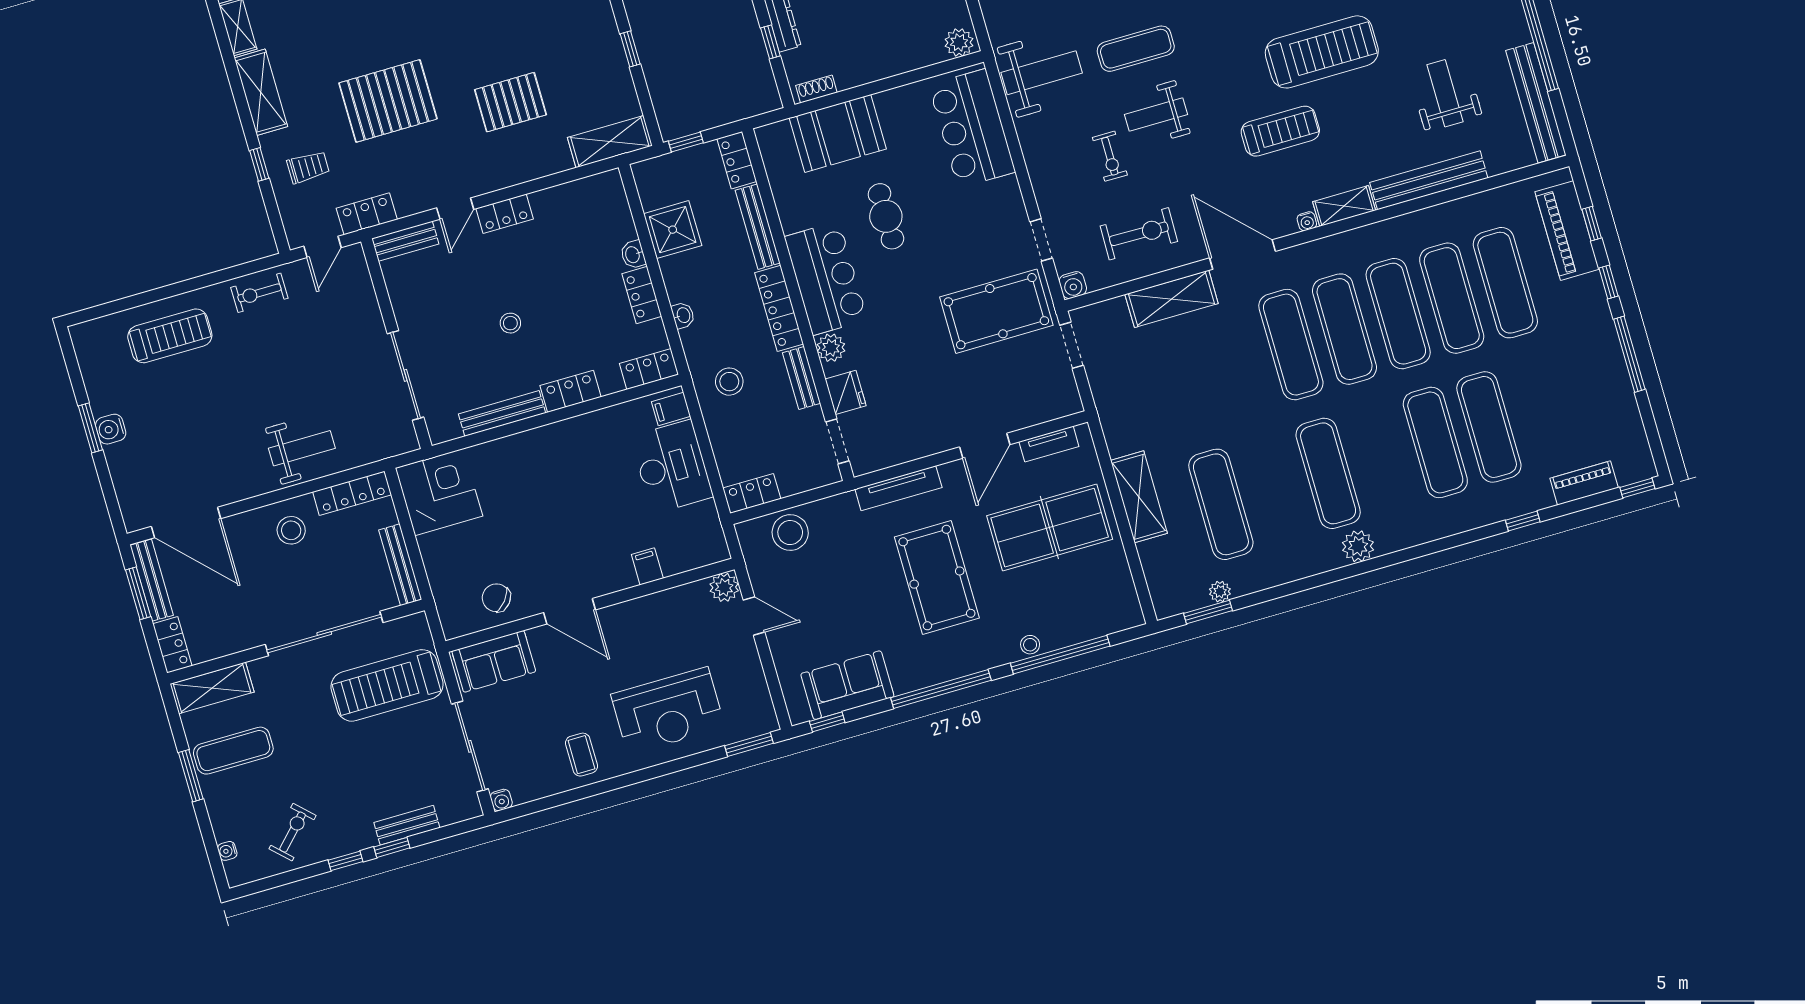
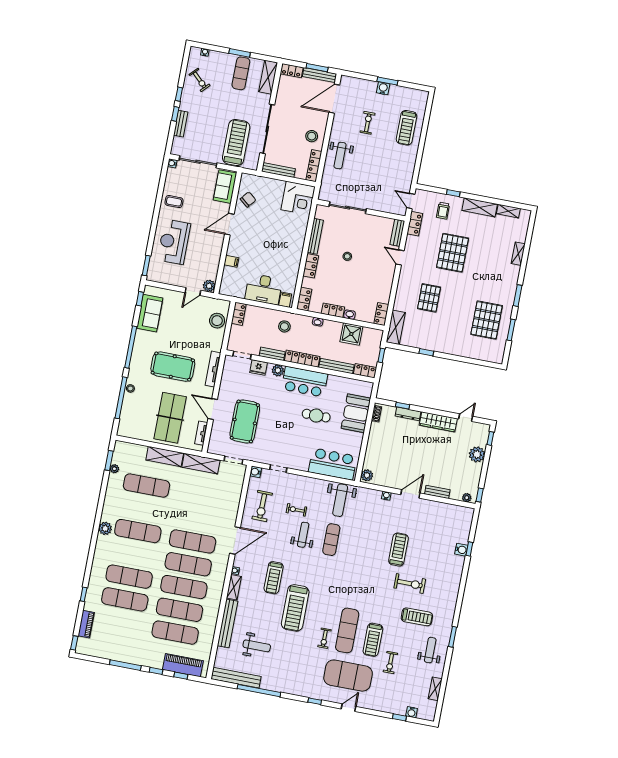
locker: (505, 214) -> (381, 314), moved
exercise bike: (259, 293) -> (368, 123), moved
shelving: (1172, 299) -> (201, 464), moved, turned 90
pool table: (996, 311) -> (245, 421), moved

